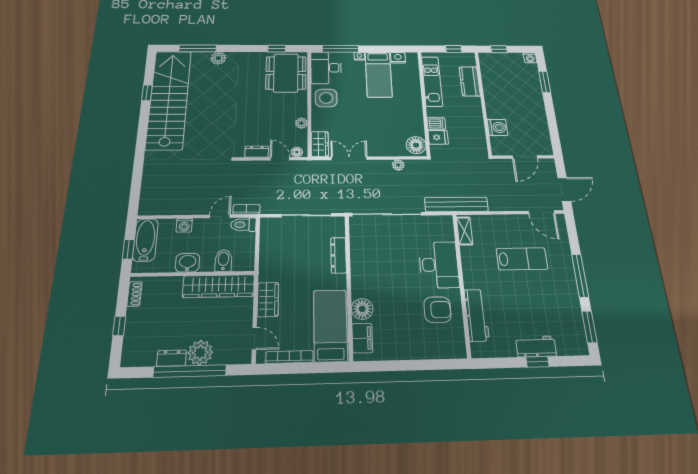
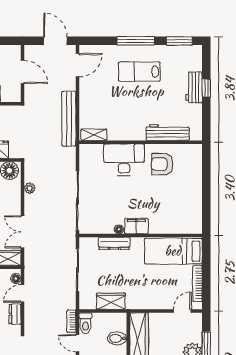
bench: (456, 204) -> (69, 119), moved
lab bench: (522, 259) -> (139, 72), moved, turned -90
wardrobe: (268, 300) -> (111, 301), moved
floor lamp: (362, 309) -> (119, 229), moved, width x0.53, depth x0.53
armchair: (437, 310) -> (162, 164), turned -90
filing cabinet: (362, 338) -> (136, 226), moved

